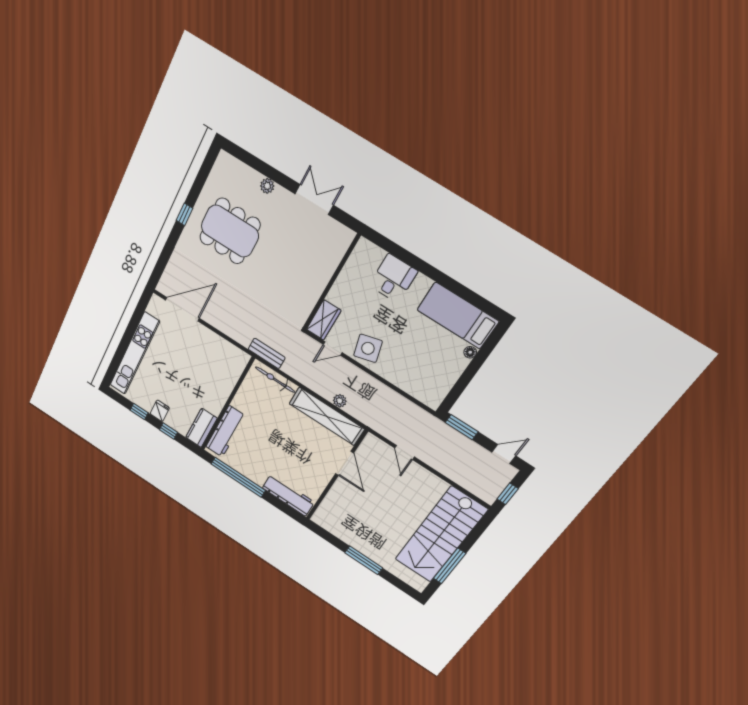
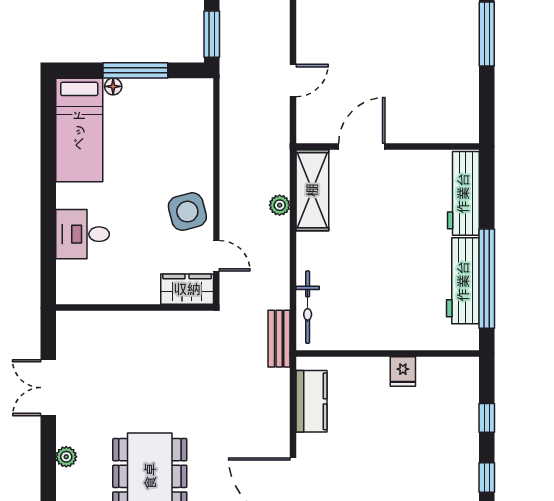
window: (471, 371) -> (135, 70), added
fridge: (160, 411) -> (403, 371), moved, turned -90
shelving: (327, 416) -> (312, 190), width x0.68
kitchen counter: (201, 428) -> (312, 401), moved, turned -90
workbench: (226, 432) -> (463, 281), moved, turned -90

